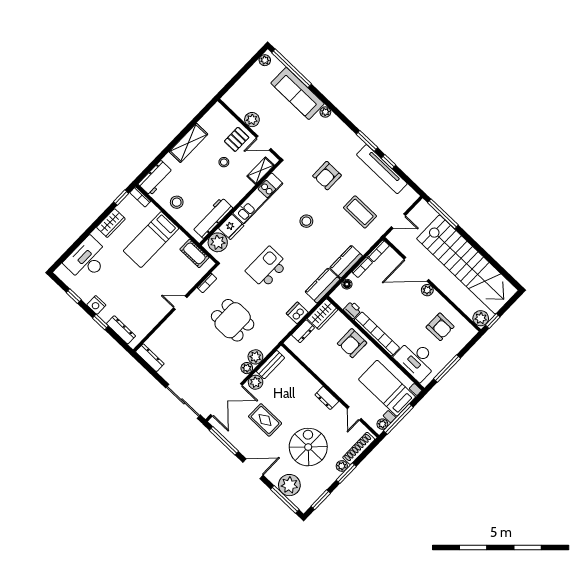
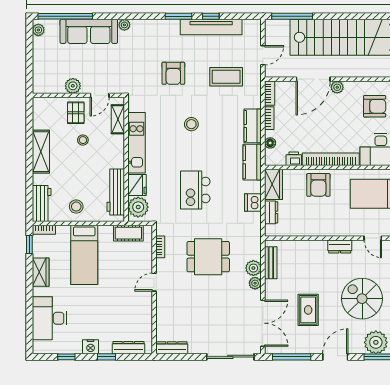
plant: (256, 382) -> (272, 288), removed
rug: (265, 420) -> (308, 310), turned 90

